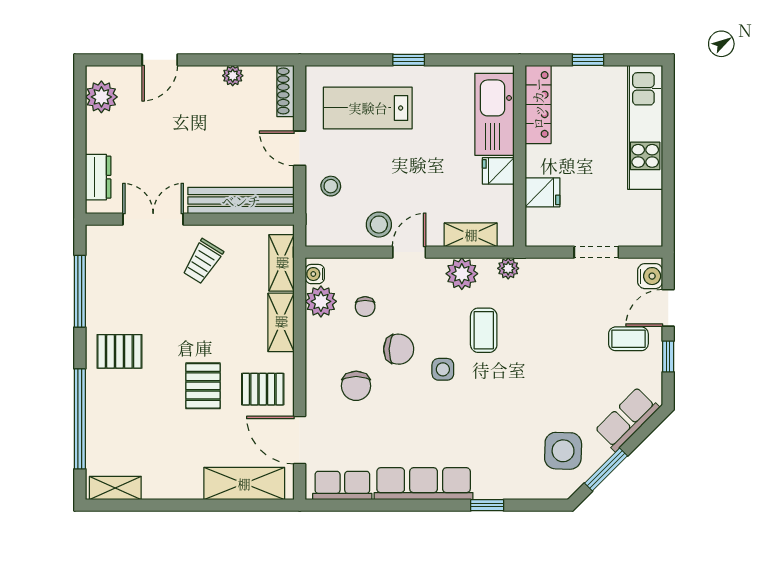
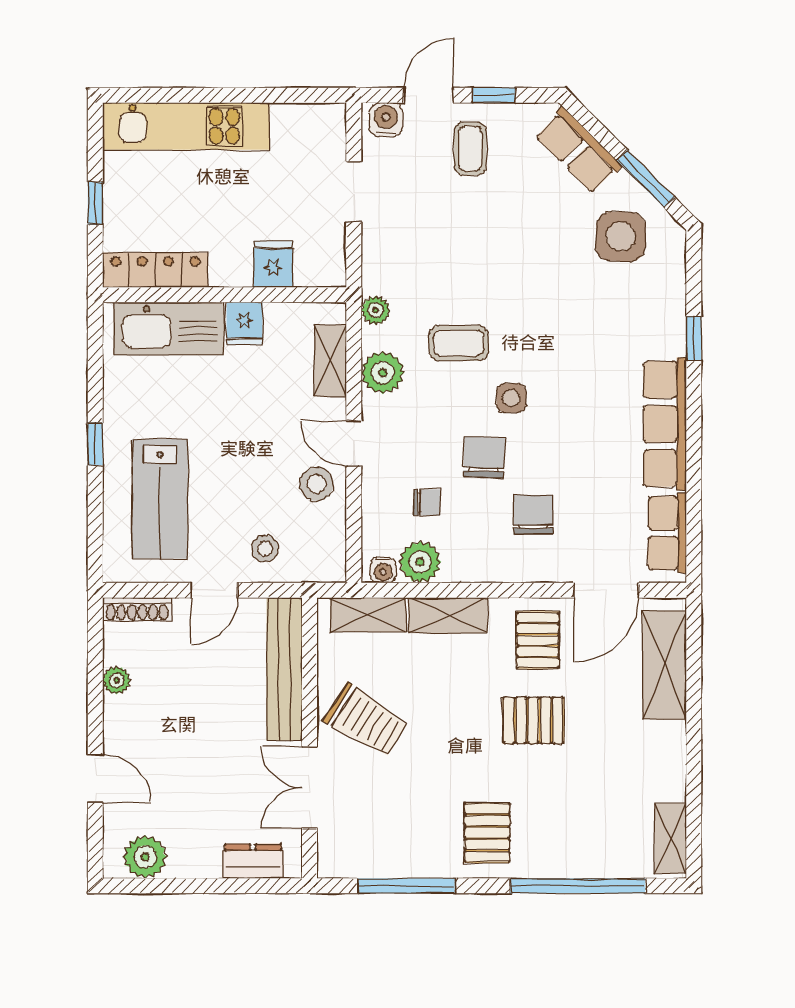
trolley: (203, 261) -> (366, 721), width x1.36, depth x1.39
door: (668, 308) -> (429, 95), swing flipped
chair: (356, 386) -> (533, 515), turned -90

